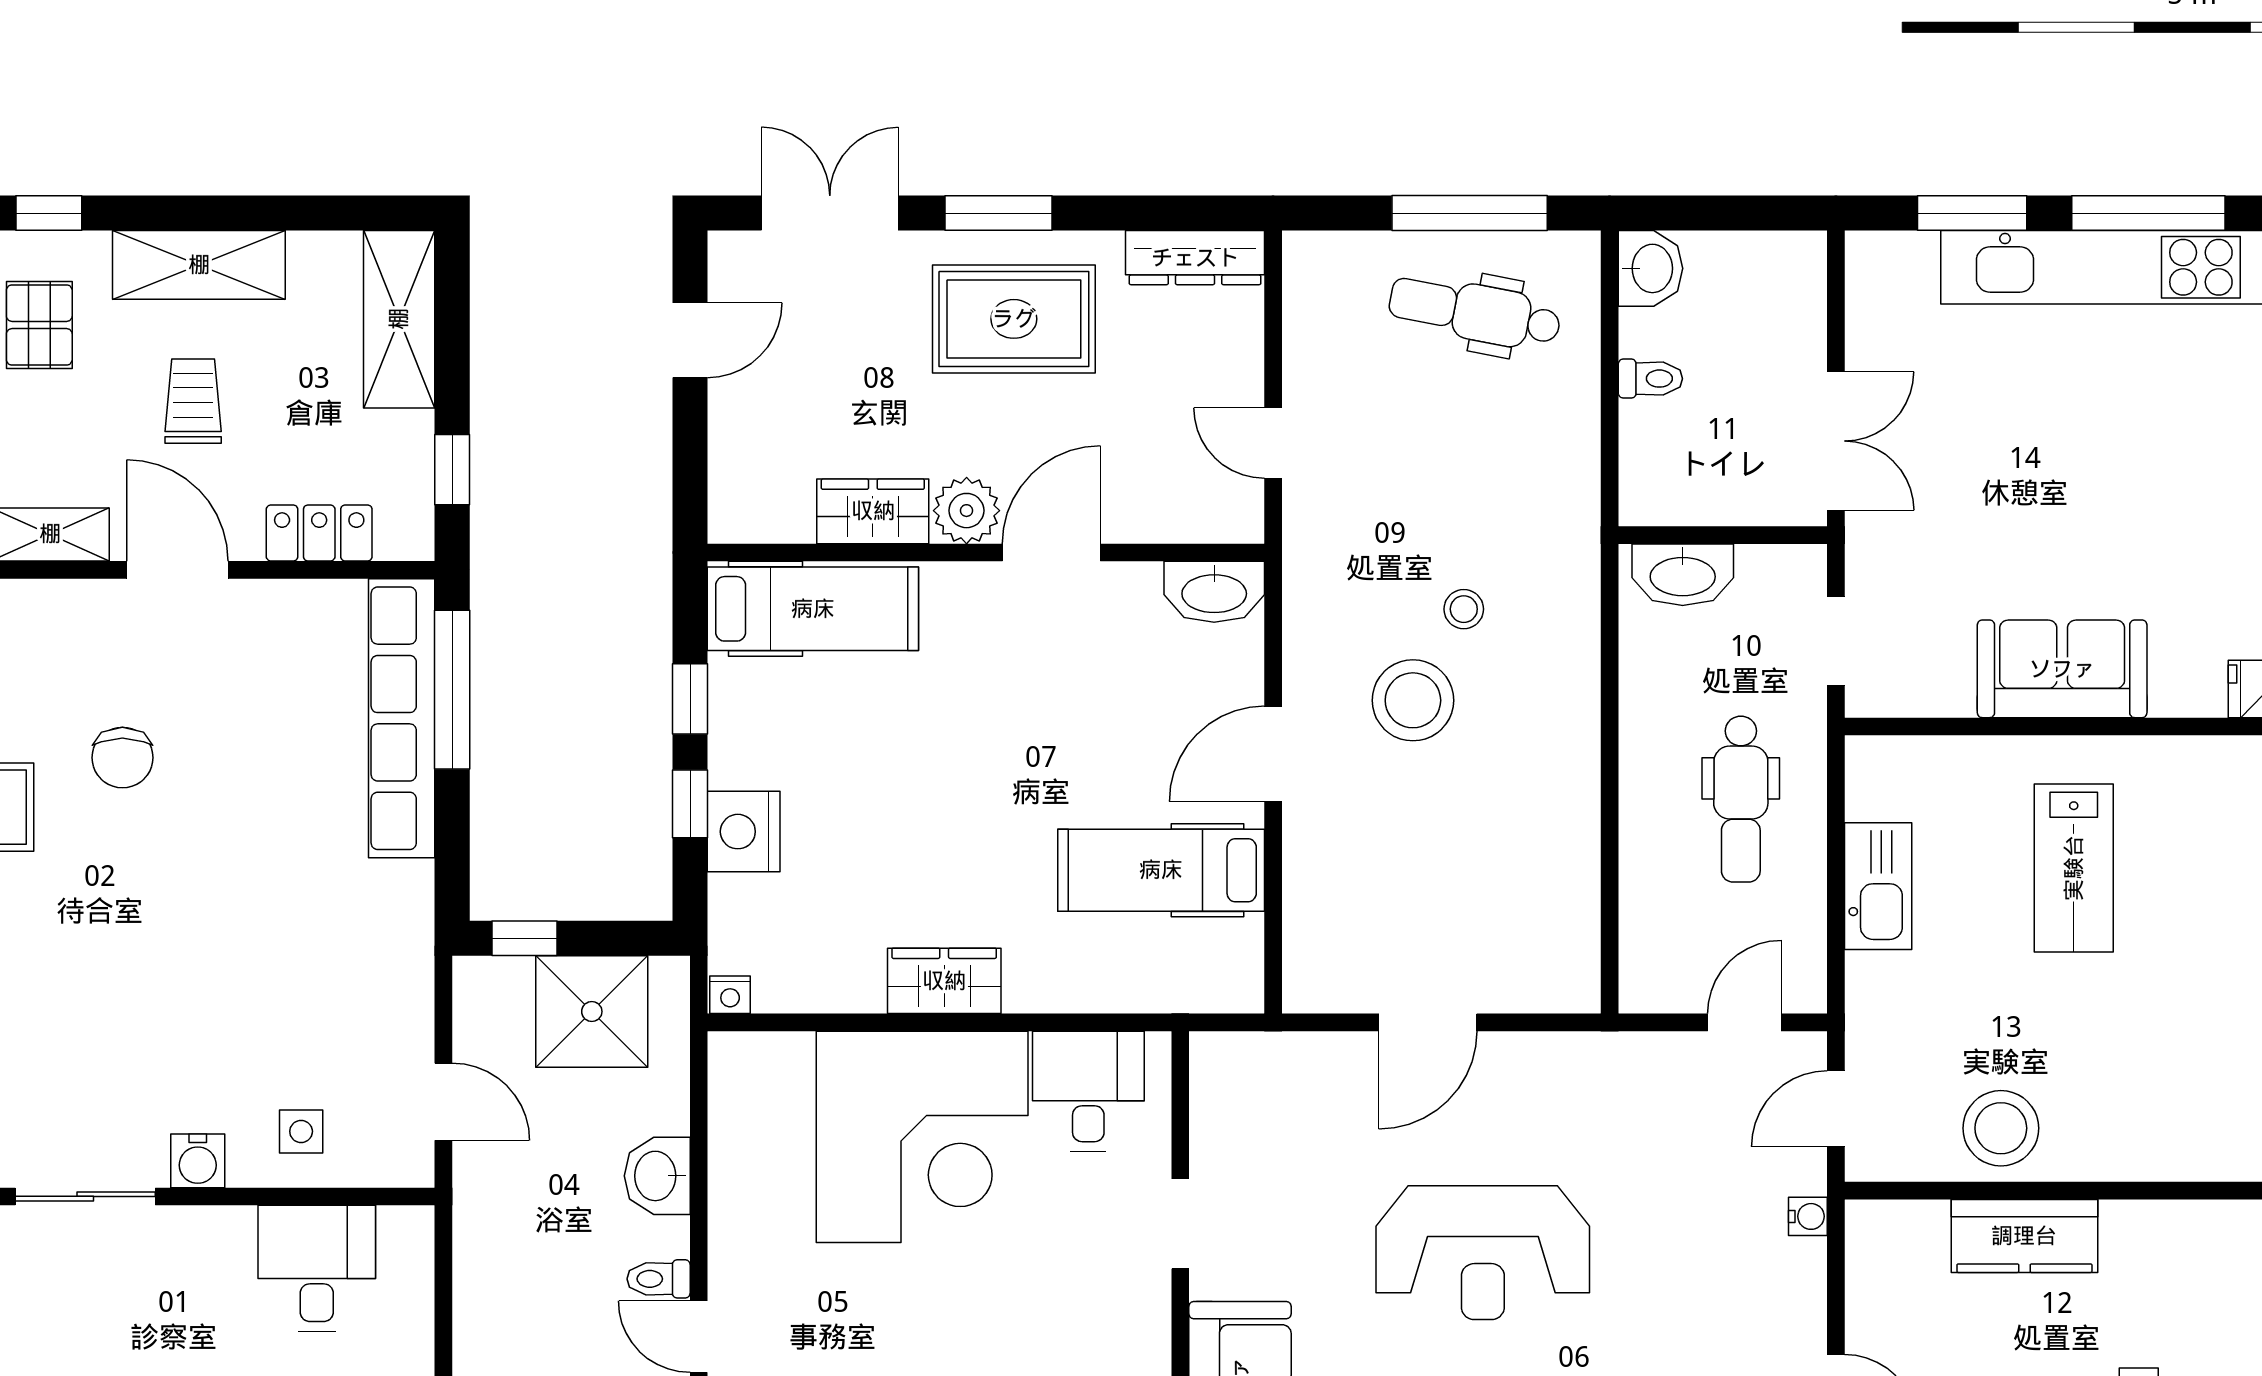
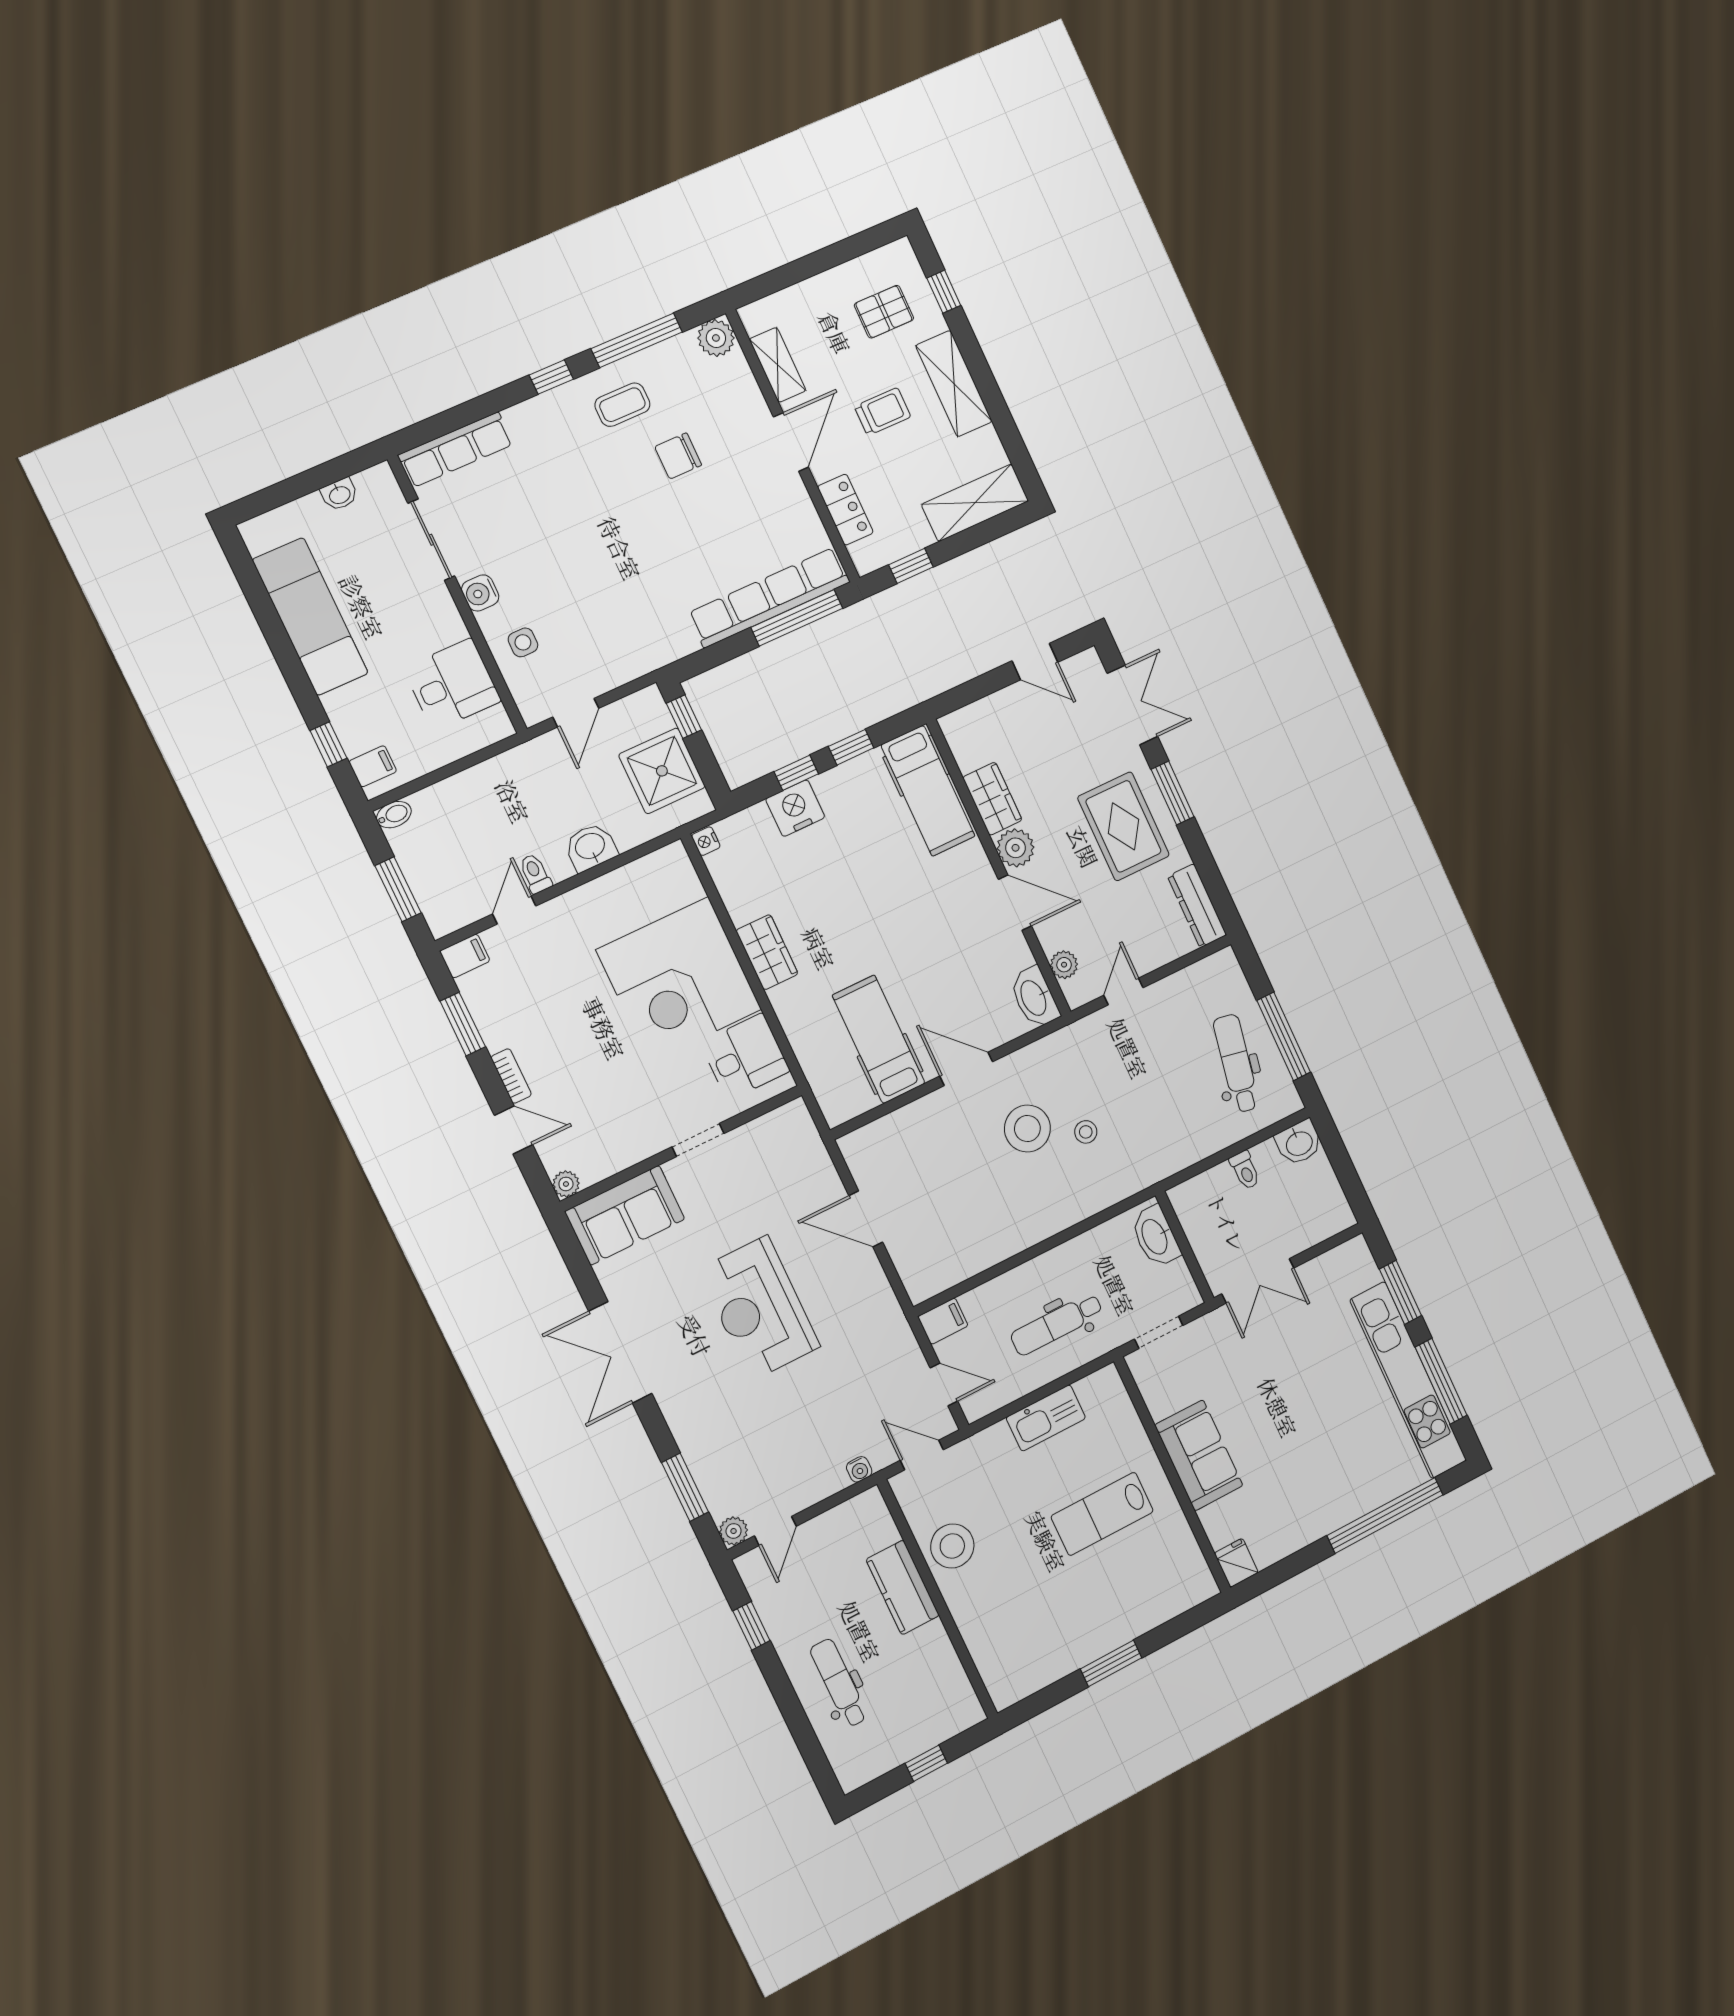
plant: (1186, 519) -> (1064, 965), added
filing cabinet: (1646, 977) -> (943, 1321), added

